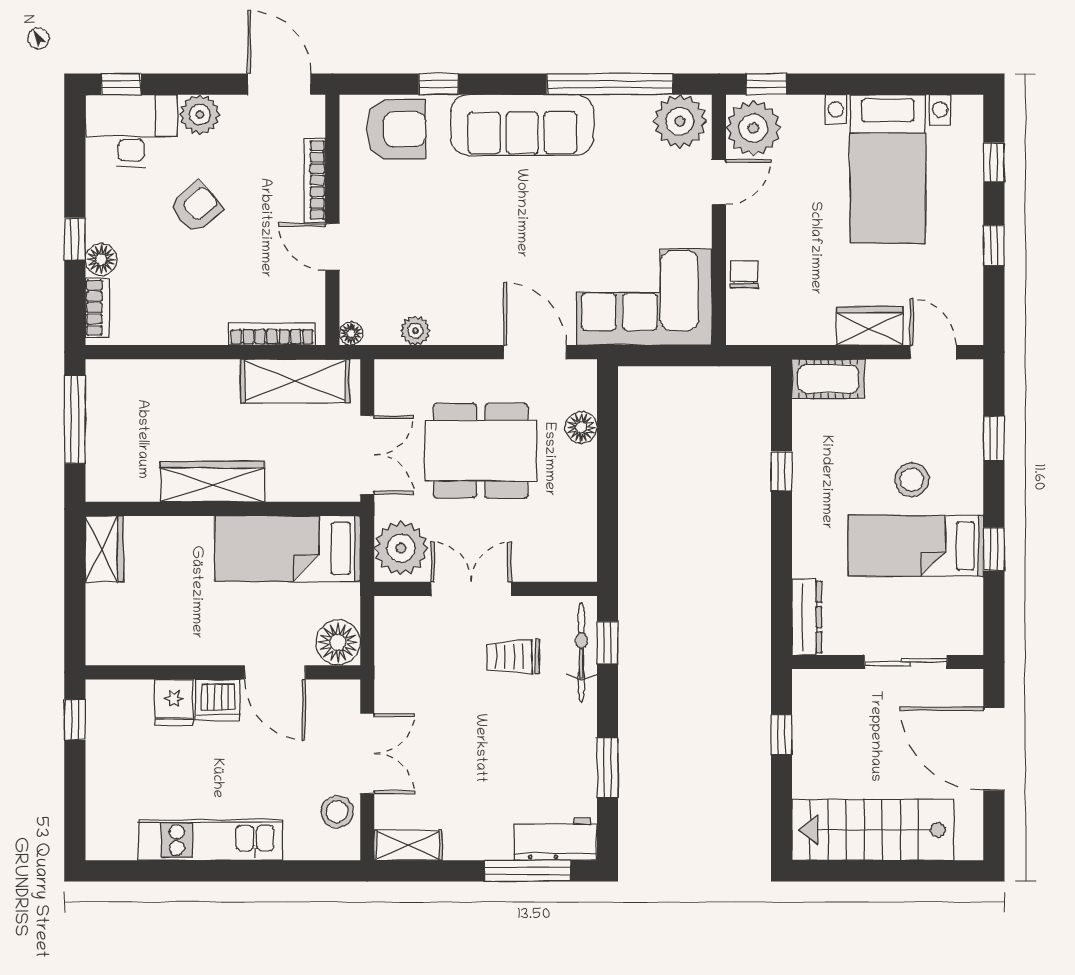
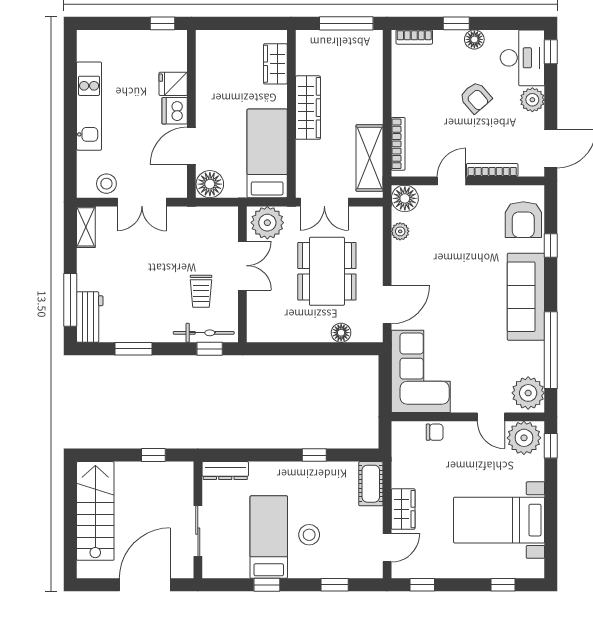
window: (994, 245) -> (422, 585), moved
floor lamp: (101, 259) -> (474, 39), moved
floor lamp: (351, 334) -> (405, 198), width x1.89, depth x1.89
wardrobe: (104, 549) -> (275, 64), moved, turned 90
trolley: (513, 657) -> (201, 291), turned 180

